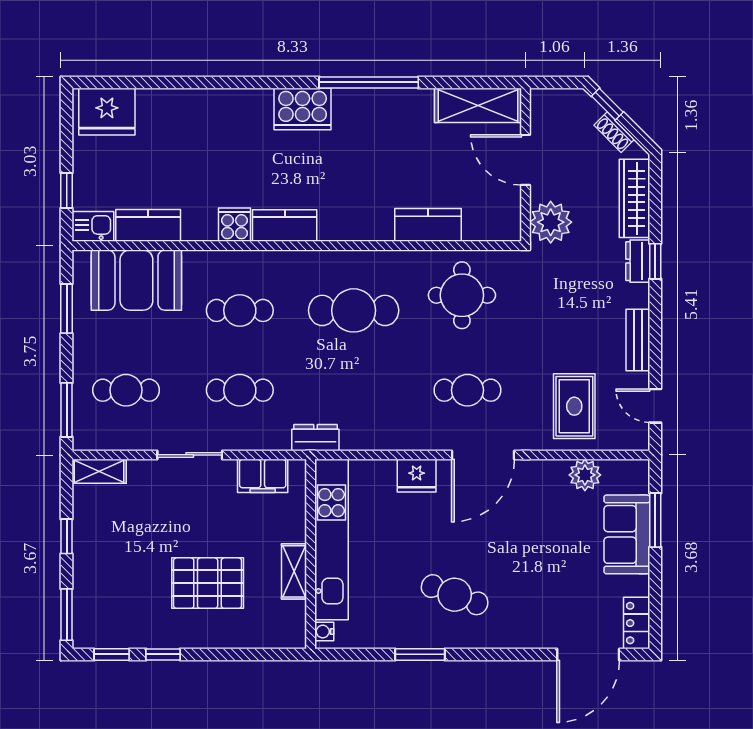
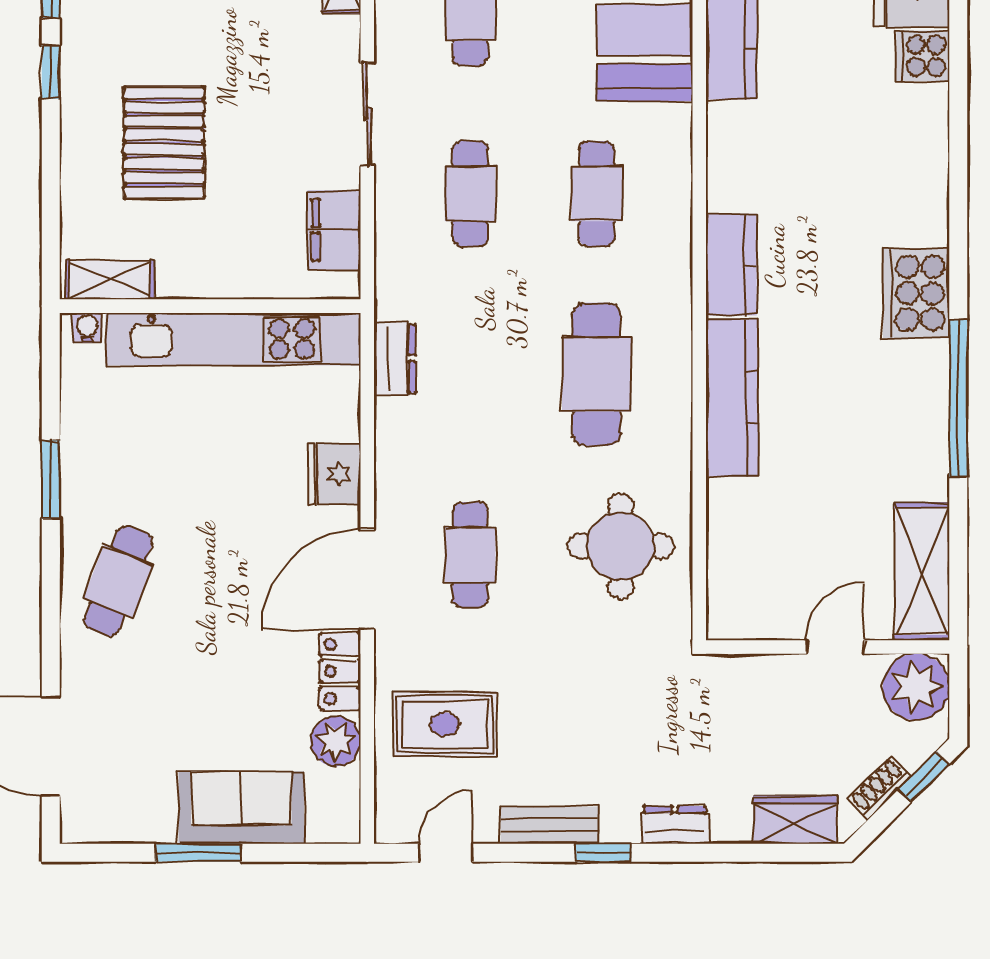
door: (526, 160) -> (835, 647), width x0.73
wardrobe: (635, 198) -> (795, 820), width x0.67
plant: (551, 222) -> (916, 687), moved
cooker: (234, 225) -> (923, 56), moved, turned 180
kitchen counter: (428, 225) -> (732, 398), moved, width x1.50
window: (655, 261) -> (604, 853), moved
dresser: (315, 438) -> (395, 358), moved
door: (483, 455) -> (367, 580), hinge flipped
window: (655, 520) -> (198, 853), moved
shelving: (294, 571) -> (110, 280), moved
cafe table: (455, 595) -> (118, 581), moved
locker: (637, 623) -> (340, 672), moved, turned -90

